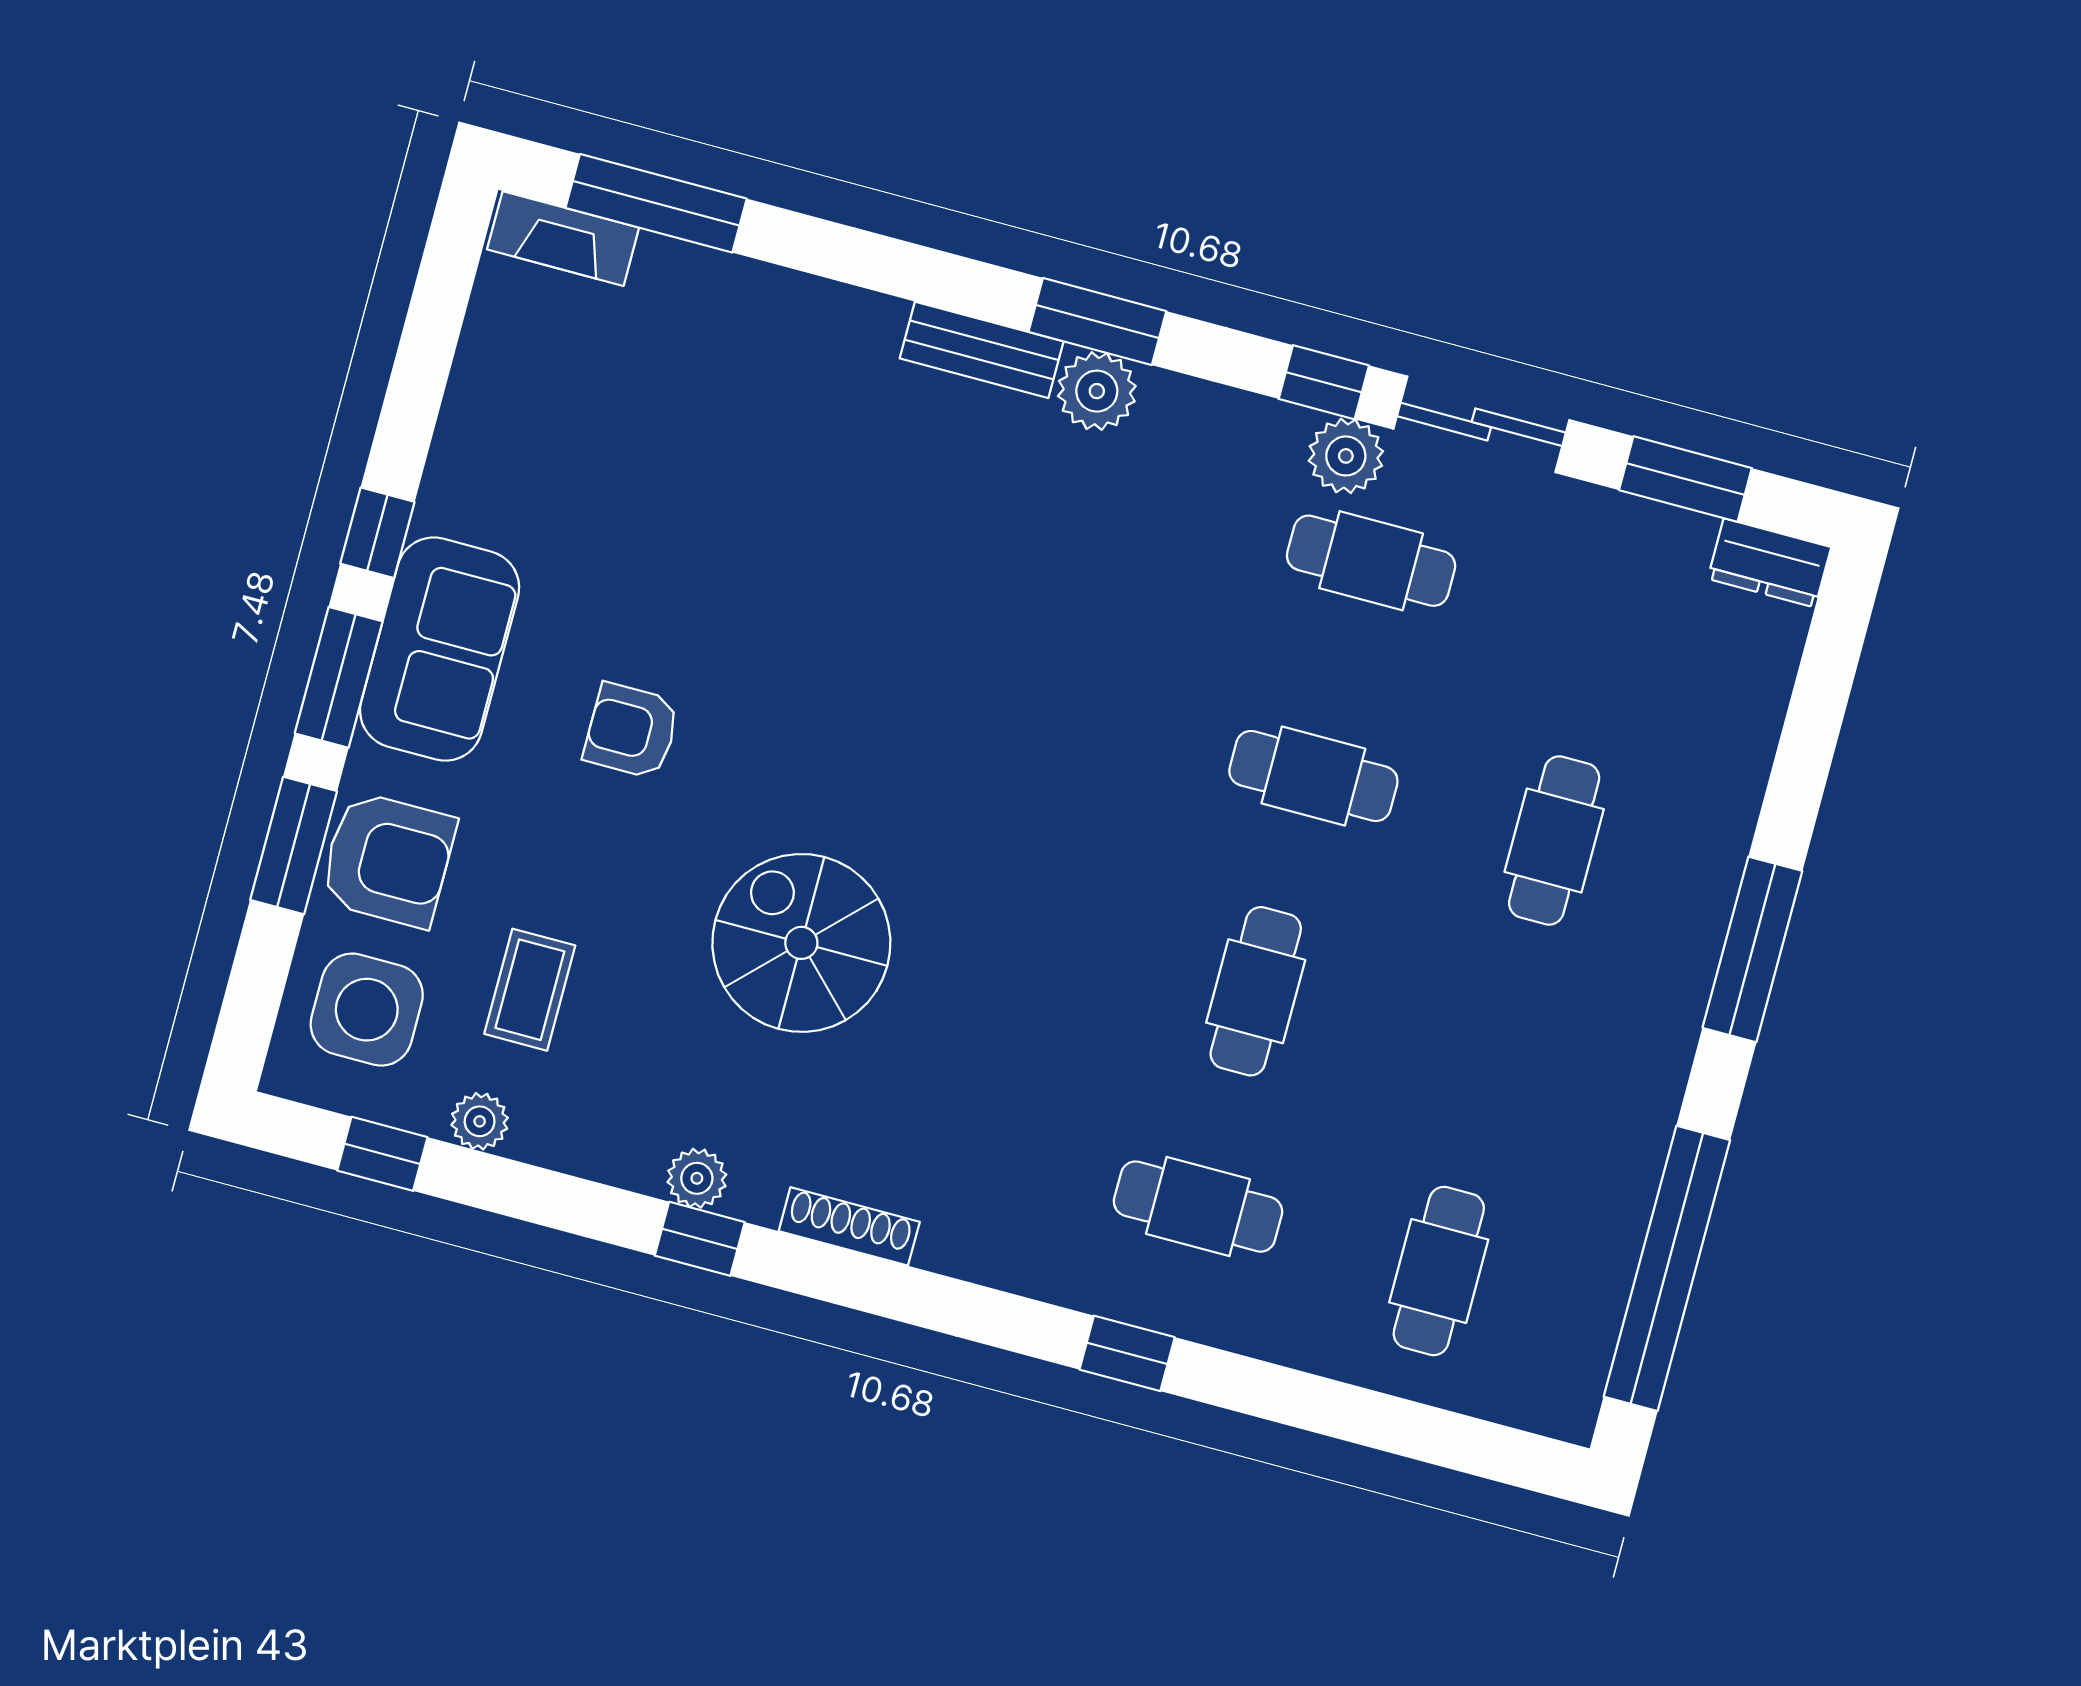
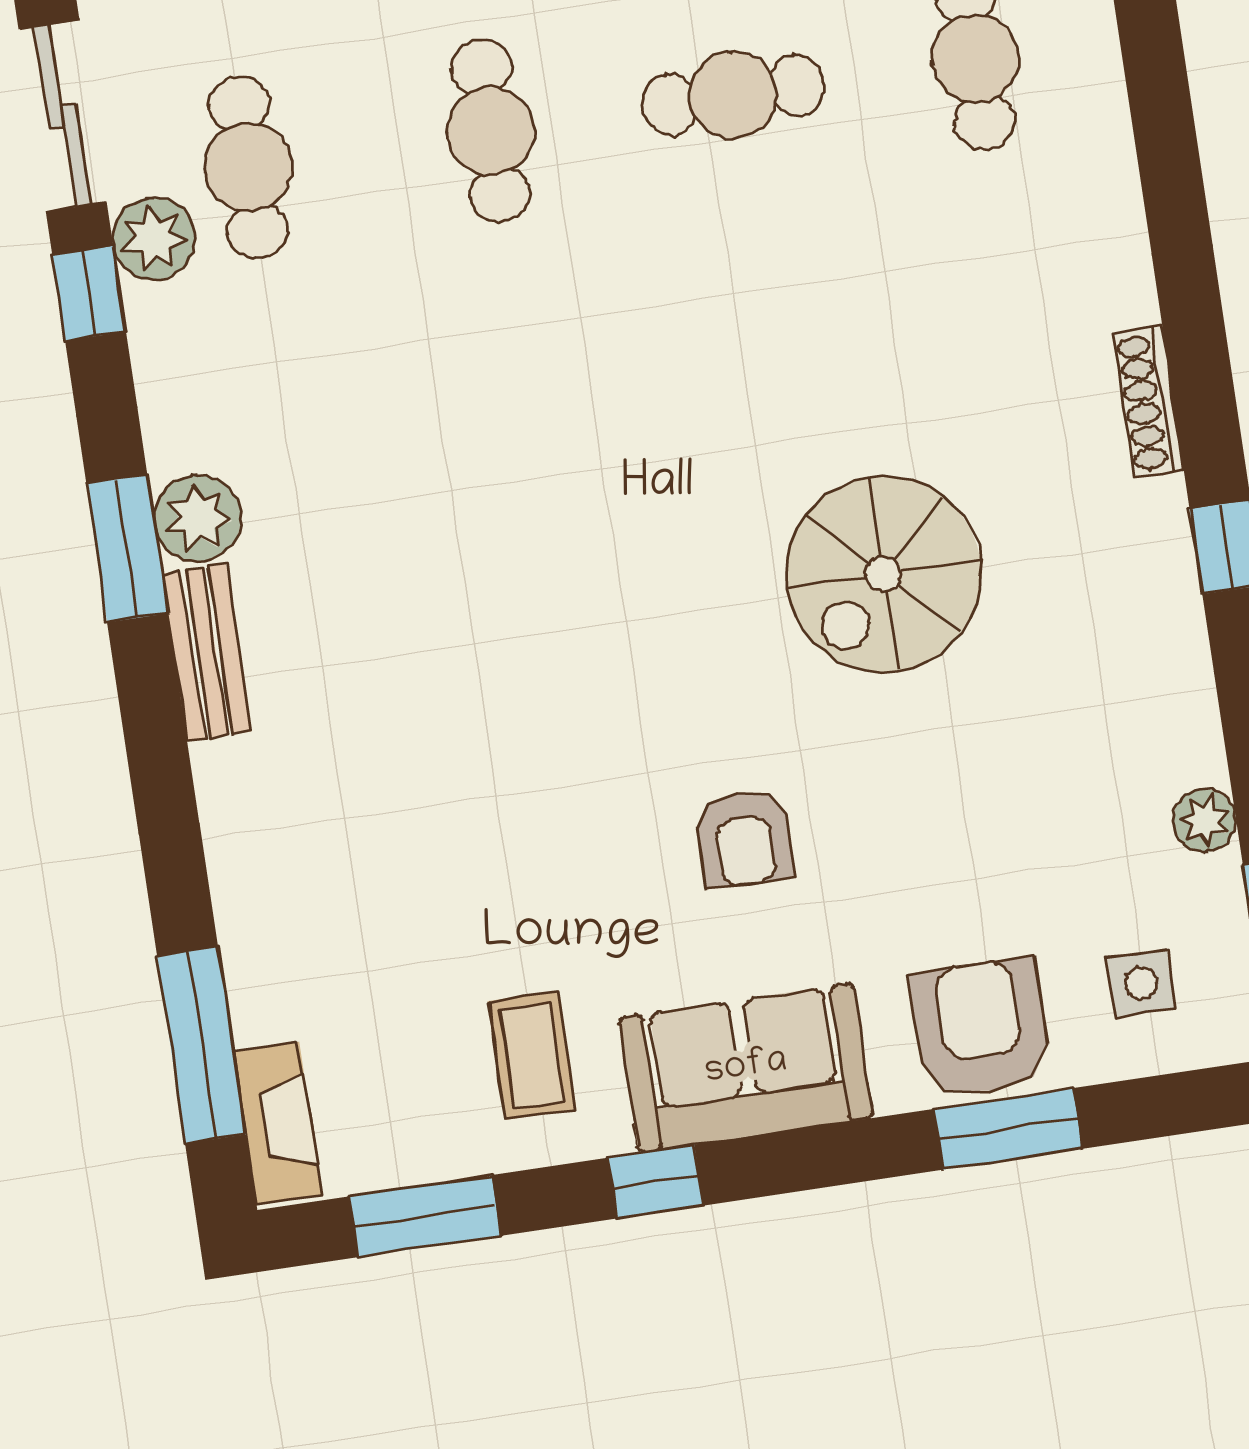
window: (339, 677) -> (425, 1216), moved
coffee table: (530, 990) -> (532, 1055), moved, turned 90
side table: (367, 1010) -> (1141, 983), width x0.54, depth x0.54
plant: (697, 1178) -> (1167, 576), removed
window: (1127, 1353) -> (1155, 66), removed

